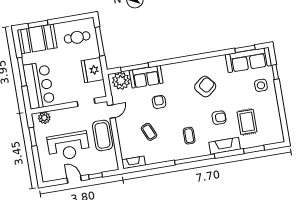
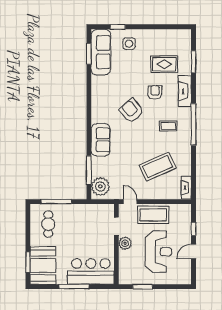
fridge: (93, 70) -> (85, 214), removed
sofa: (146, 77) -> (101, 140), moved
armchair: (205, 87) -> (131, 111), moved
armchair: (159, 102) -> (129, 151), removed
plant: (44, 118) -> (125, 243), moved
coffee table: (149, 132) -> (158, 167), width x1.86, depth x1.72

